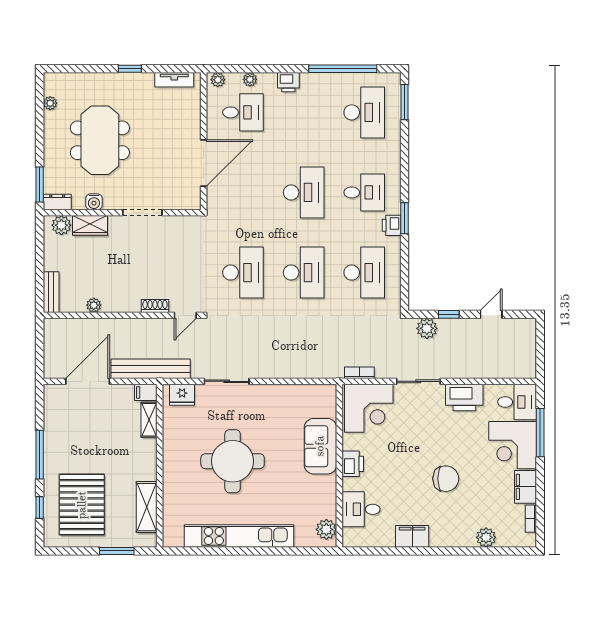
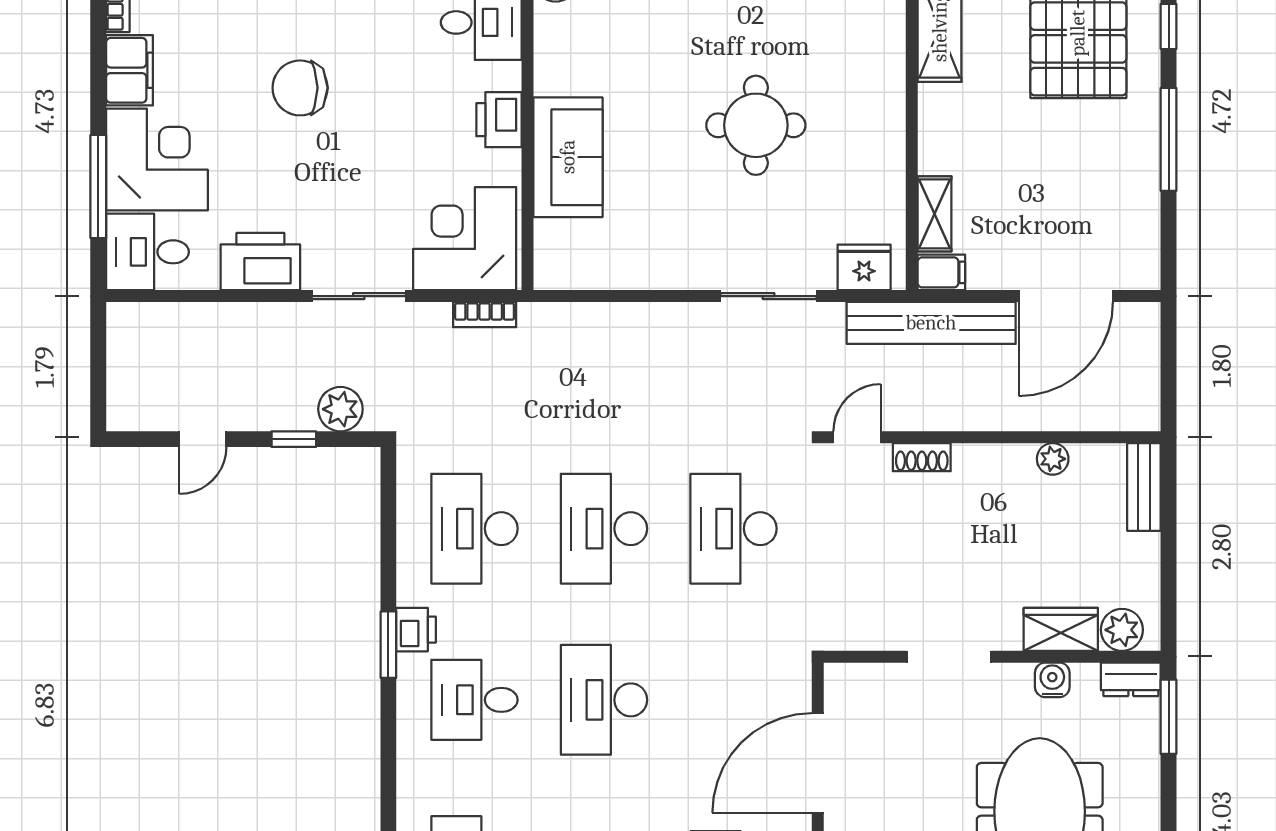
round table: (233, 461) -> (756, 125), width x0.73, depth x0.73

